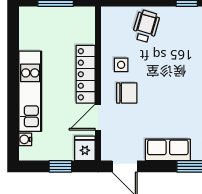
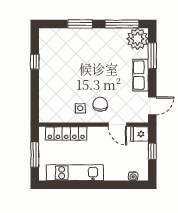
wheelchair: (146, 26) -> (53, 91), removed
locker: (86, 74) -> (66, 133), moved
kitchen unit: (30, 91) -> (75, 173), moved

